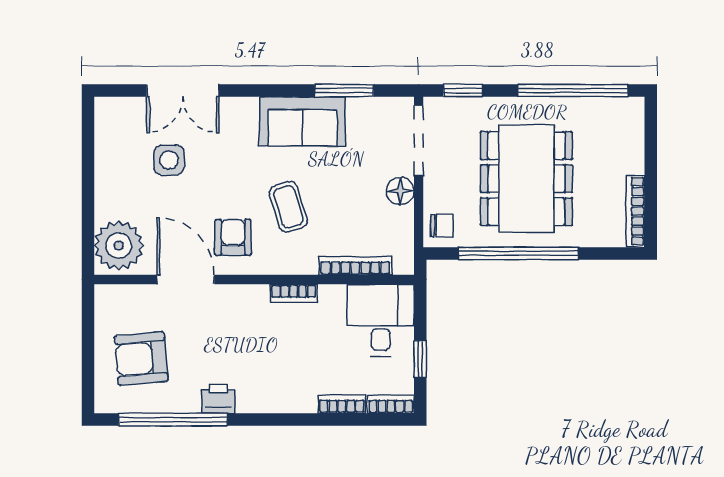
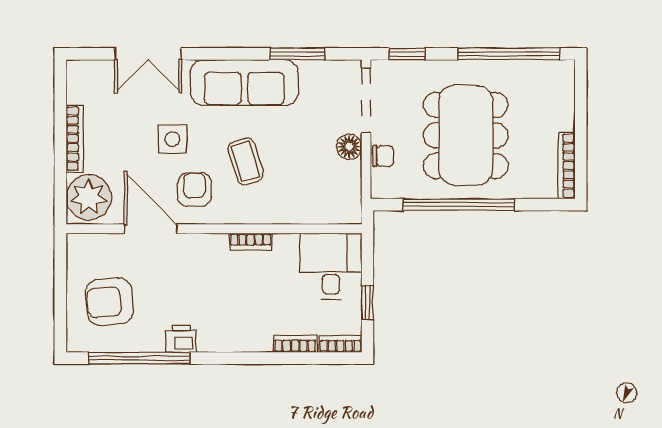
sofa: (303, 121) -> (244, 82), width x1.36
side table: (169, 160) -> (172, 139), moved
chair: (442, 226) -> (383, 156), moved
bookcase: (355, 266) -> (75, 139), moved, turned 90

